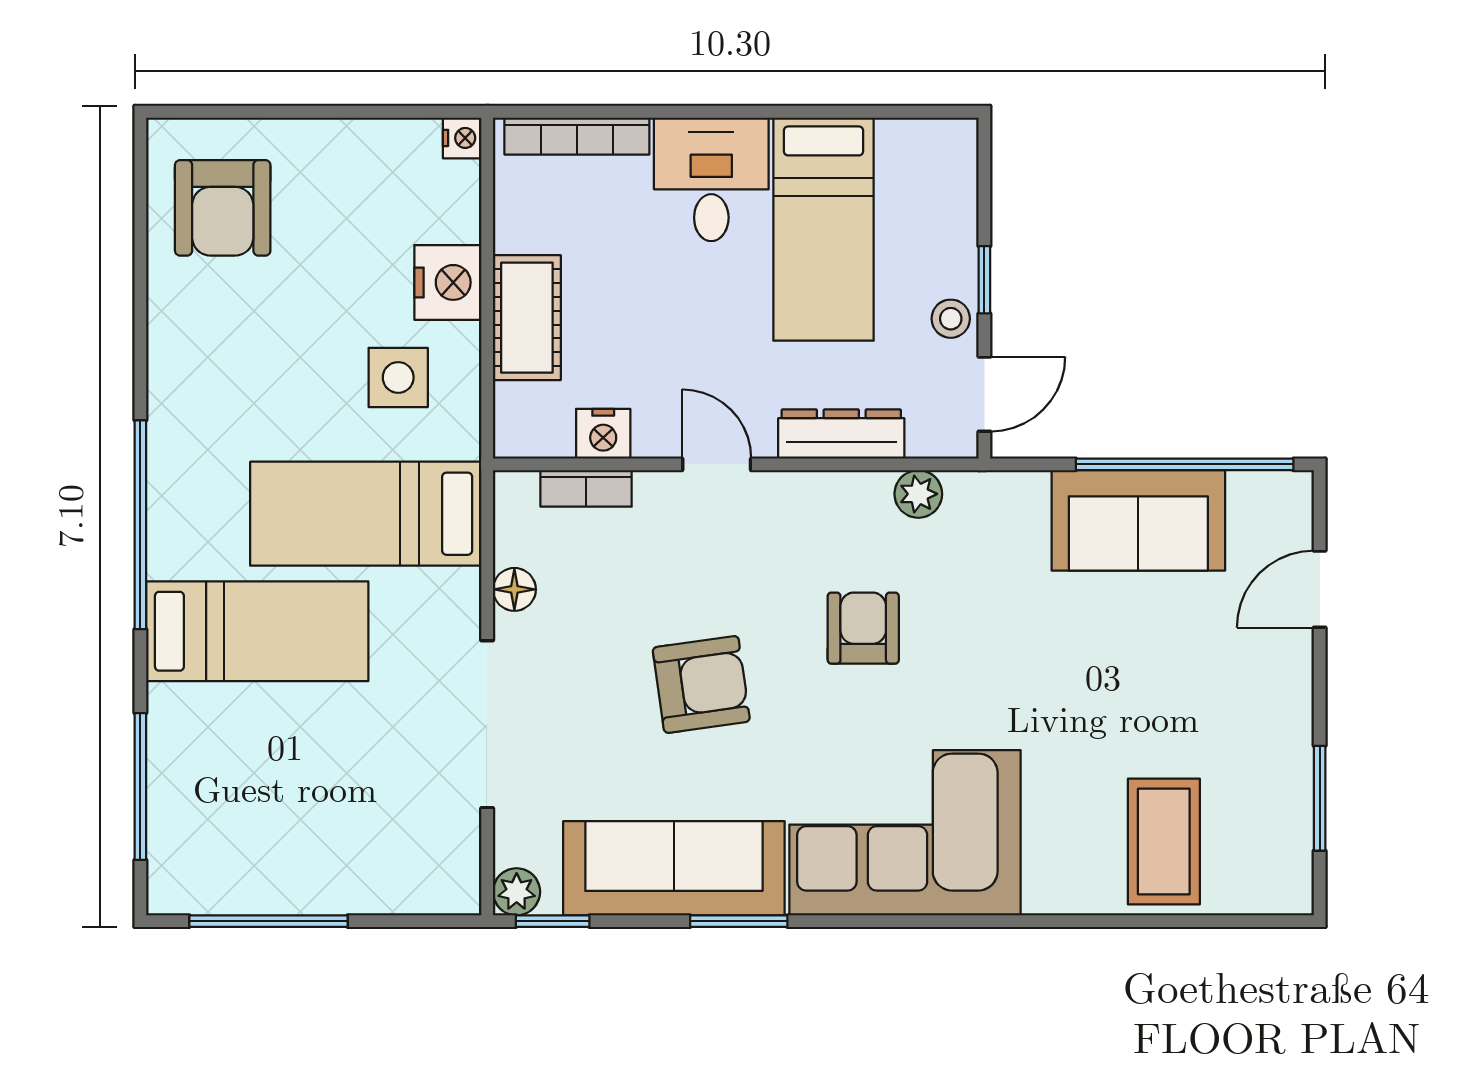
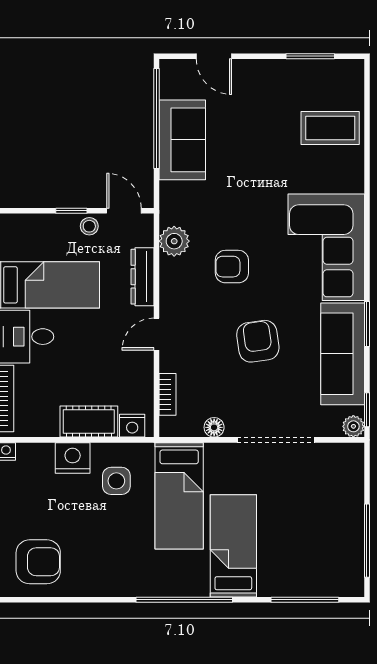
nightstand: (603, 434) -> (132, 426), moved, turned 90
plant: (918, 494) -> (174, 241), width x1.38, depth x1.38

